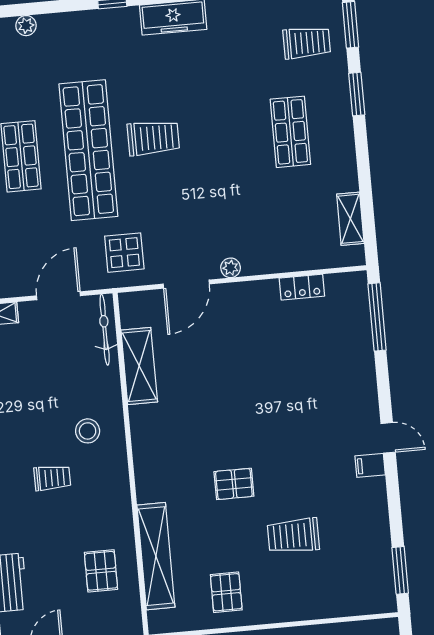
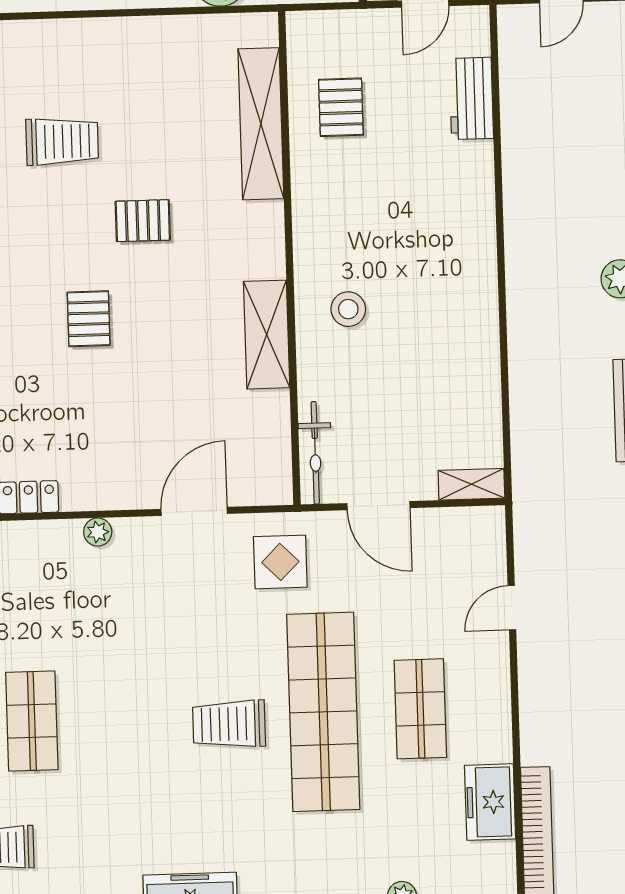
plant: (231, 268) -> (98, 532), moved
door: (58, 296) -> (379, 506), hinge flipped
shelving: (139, 366) -> (267, 335), moved
trolley: (52, 478) -> (403, 245), removed
pallet: (226, 592) -> (89, 319), moved

